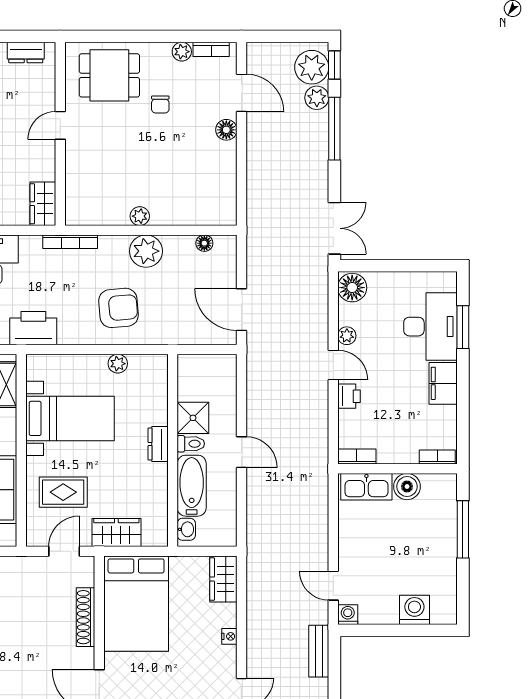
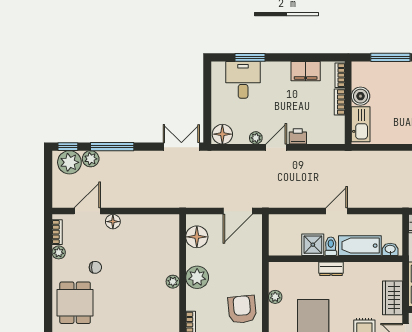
floor lamp: (204, 243) -> (197, 237), width x1.89, depth x1.89
armchair: (119, 308) -> (242, 309), moved
desk: (430, 327) -> (243, 80), width x0.73
filing cabinet: (443, 383) -> (306, 71), moved
bookcase: (357, 457) -> (340, 102), moved

